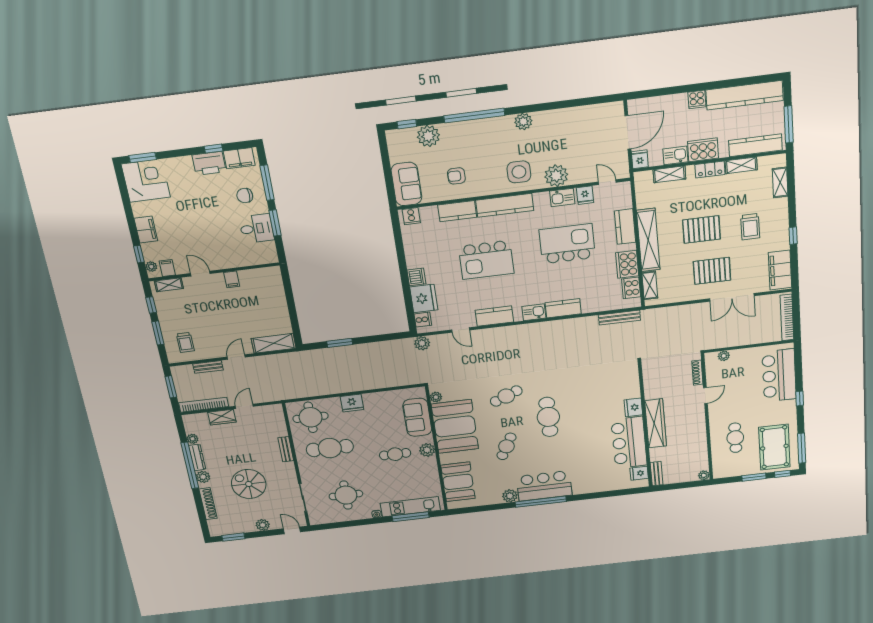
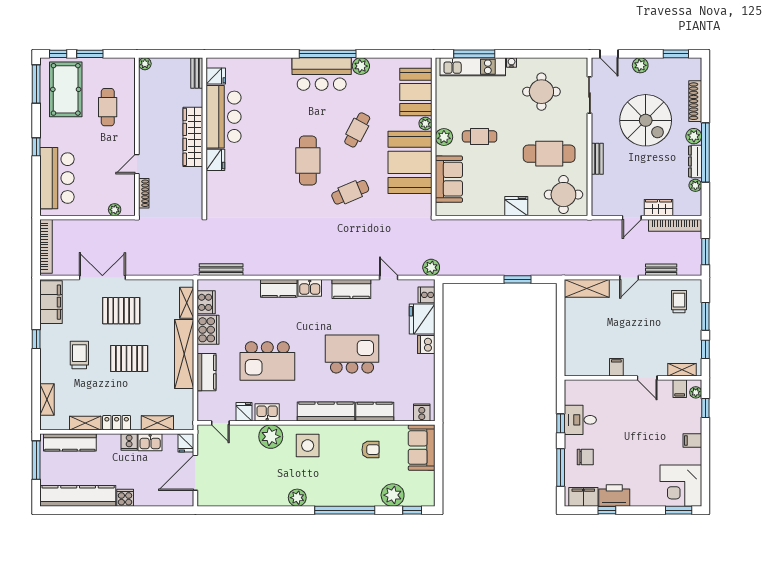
cooker: (703, 150) -> (129, 442), width x0.53, depth x0.76
window: (275, 223) -> (561, 423), width x0.67
filing cabinet: (146, 230) -> (692, 441), width x0.50
plant: (436, 397) -> (425, 123), moved
spiral stairs: (249, 484) -> (646, 120), width x1.37, depth x1.37

